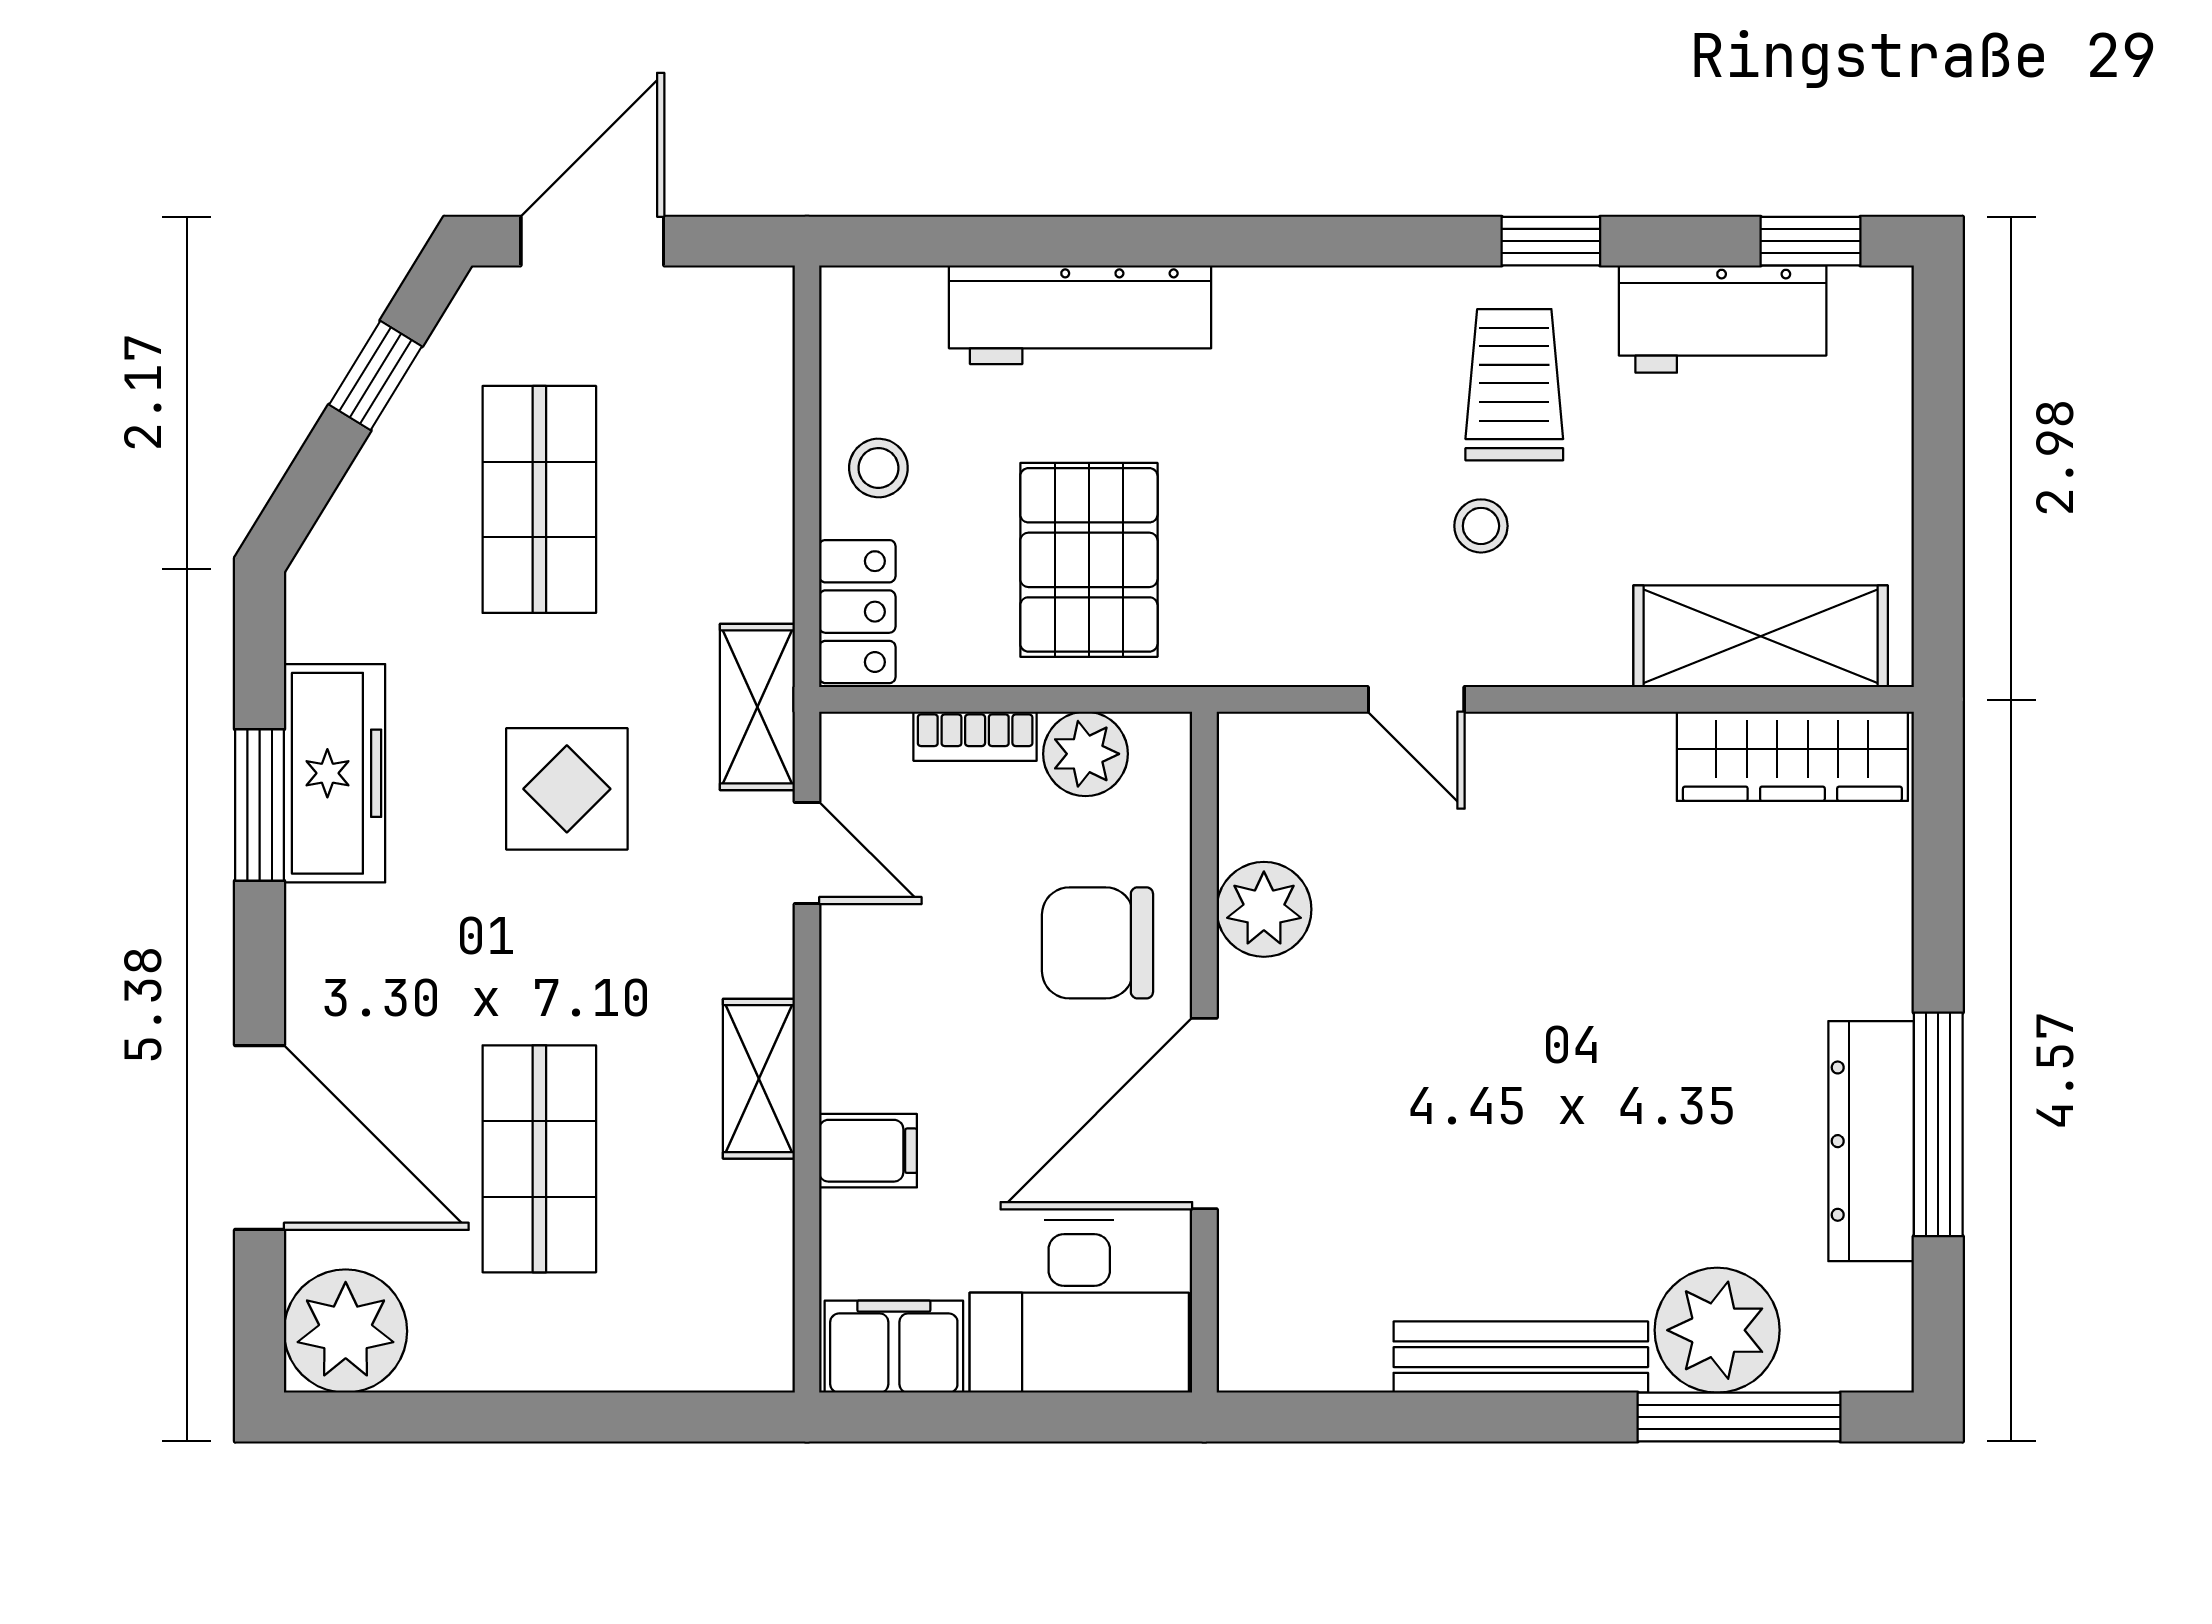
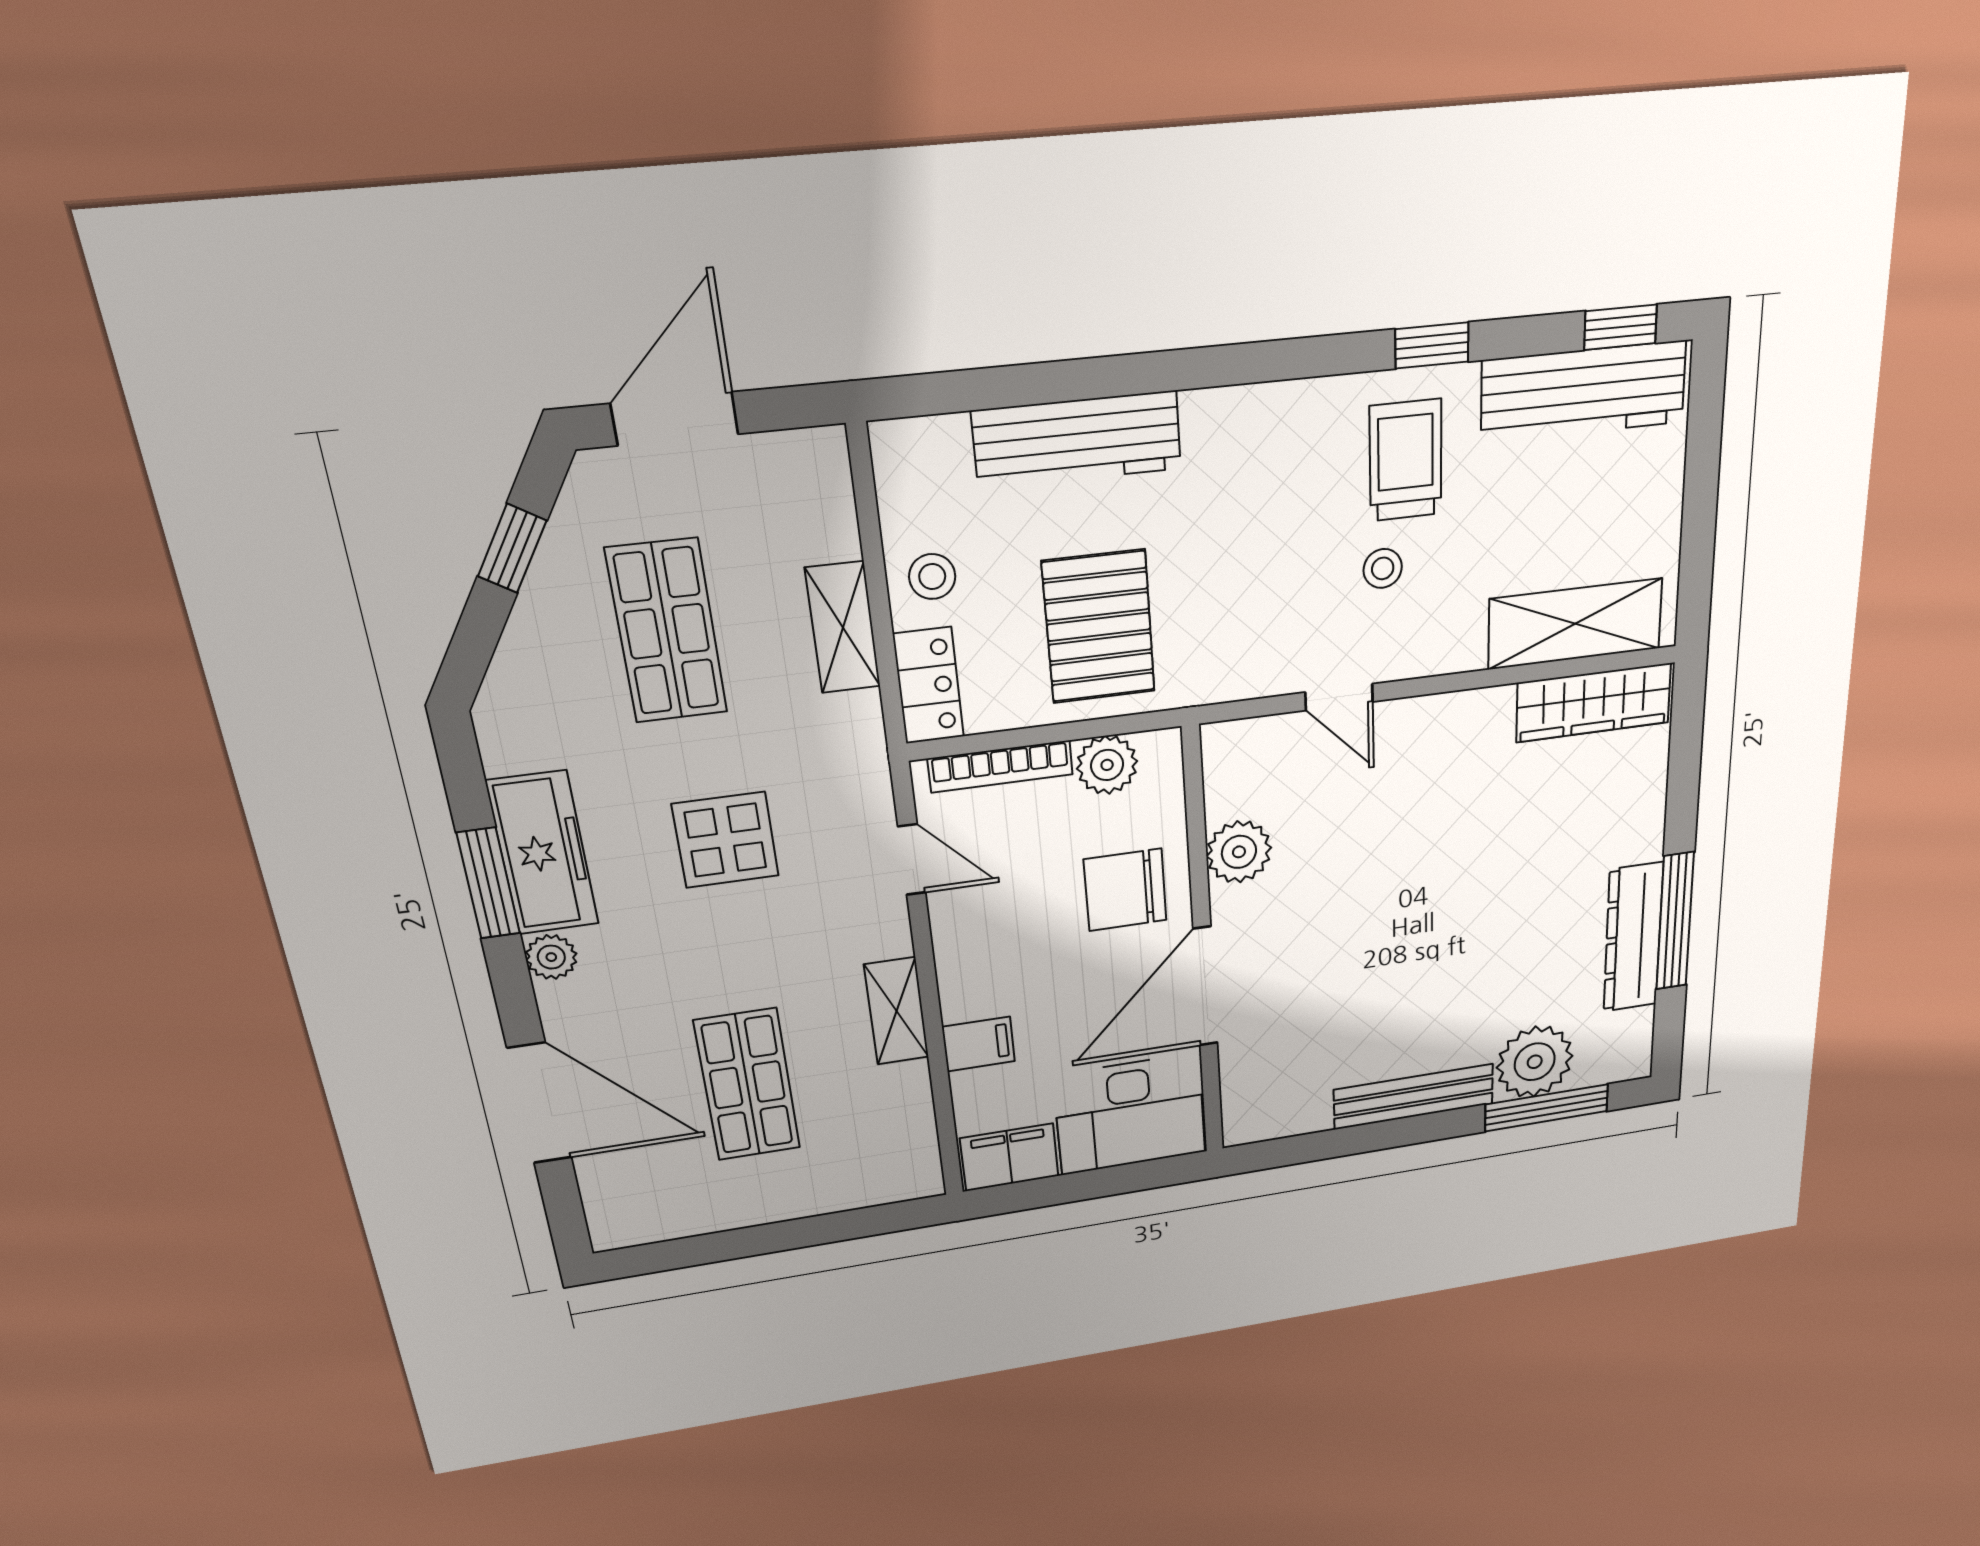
workbench: (1723, 319) -> (1584, 392), width x1.38
shelving: (757, 707) -> (843, 628), moved
bookcase: (975, 736) -> (1000, 766), width x1.56
plant: (346, 1331) -> (551, 957), moved, width x0.53, depth x0.53

